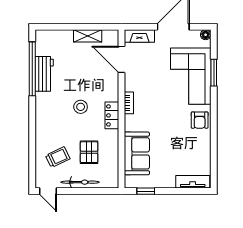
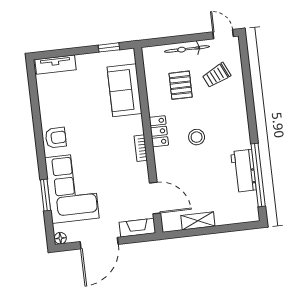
armchair: (200, 120) -> (56, 138), turned 90

